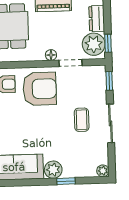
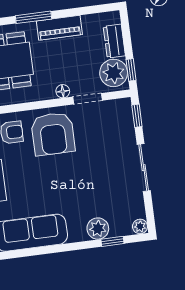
armchair: (40, 89) -> (53, 134), turned 90
coffee table: (82, 120) -> (108, 167), removed
plant: (53, 170) -> (98, 229), moved
window: (66, 181) -> (112, 241), moved

